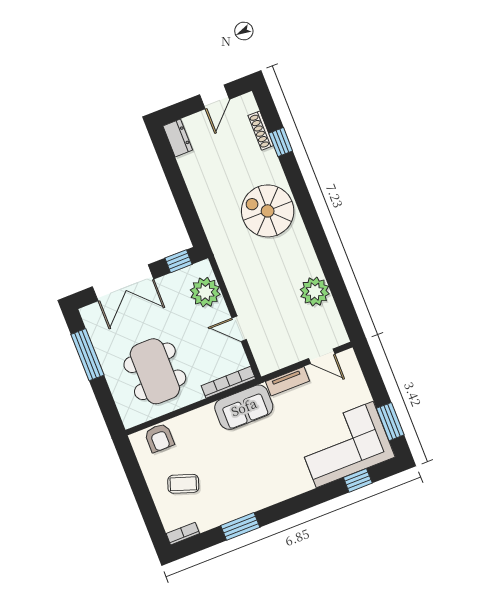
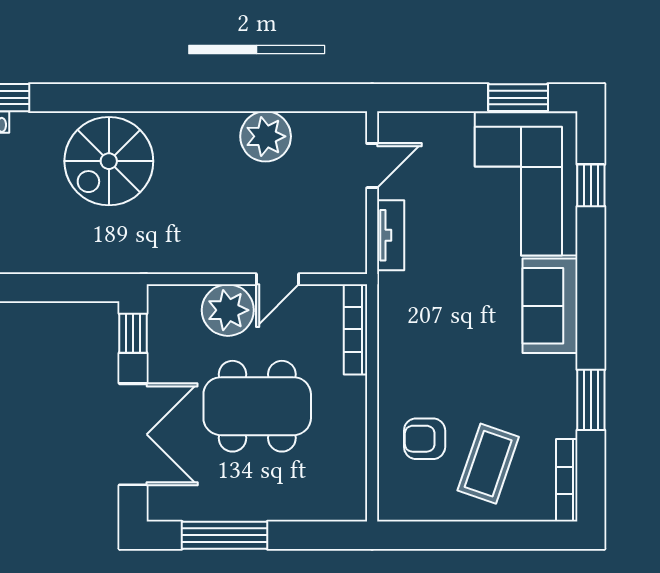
plant: (205, 292) -> (228, 310), moved
dining table: (155, 371) -> (257, 406), moved
sofa: (244, 407) -> (550, 306), moved, turned 180
armchair: (159, 438) -> (425, 439), moved, turned 180
coffee table: (183, 484) -> (488, 464), width x1.36, depth x1.30
bookcase: (183, 534) -> (567, 480), width x1.56

